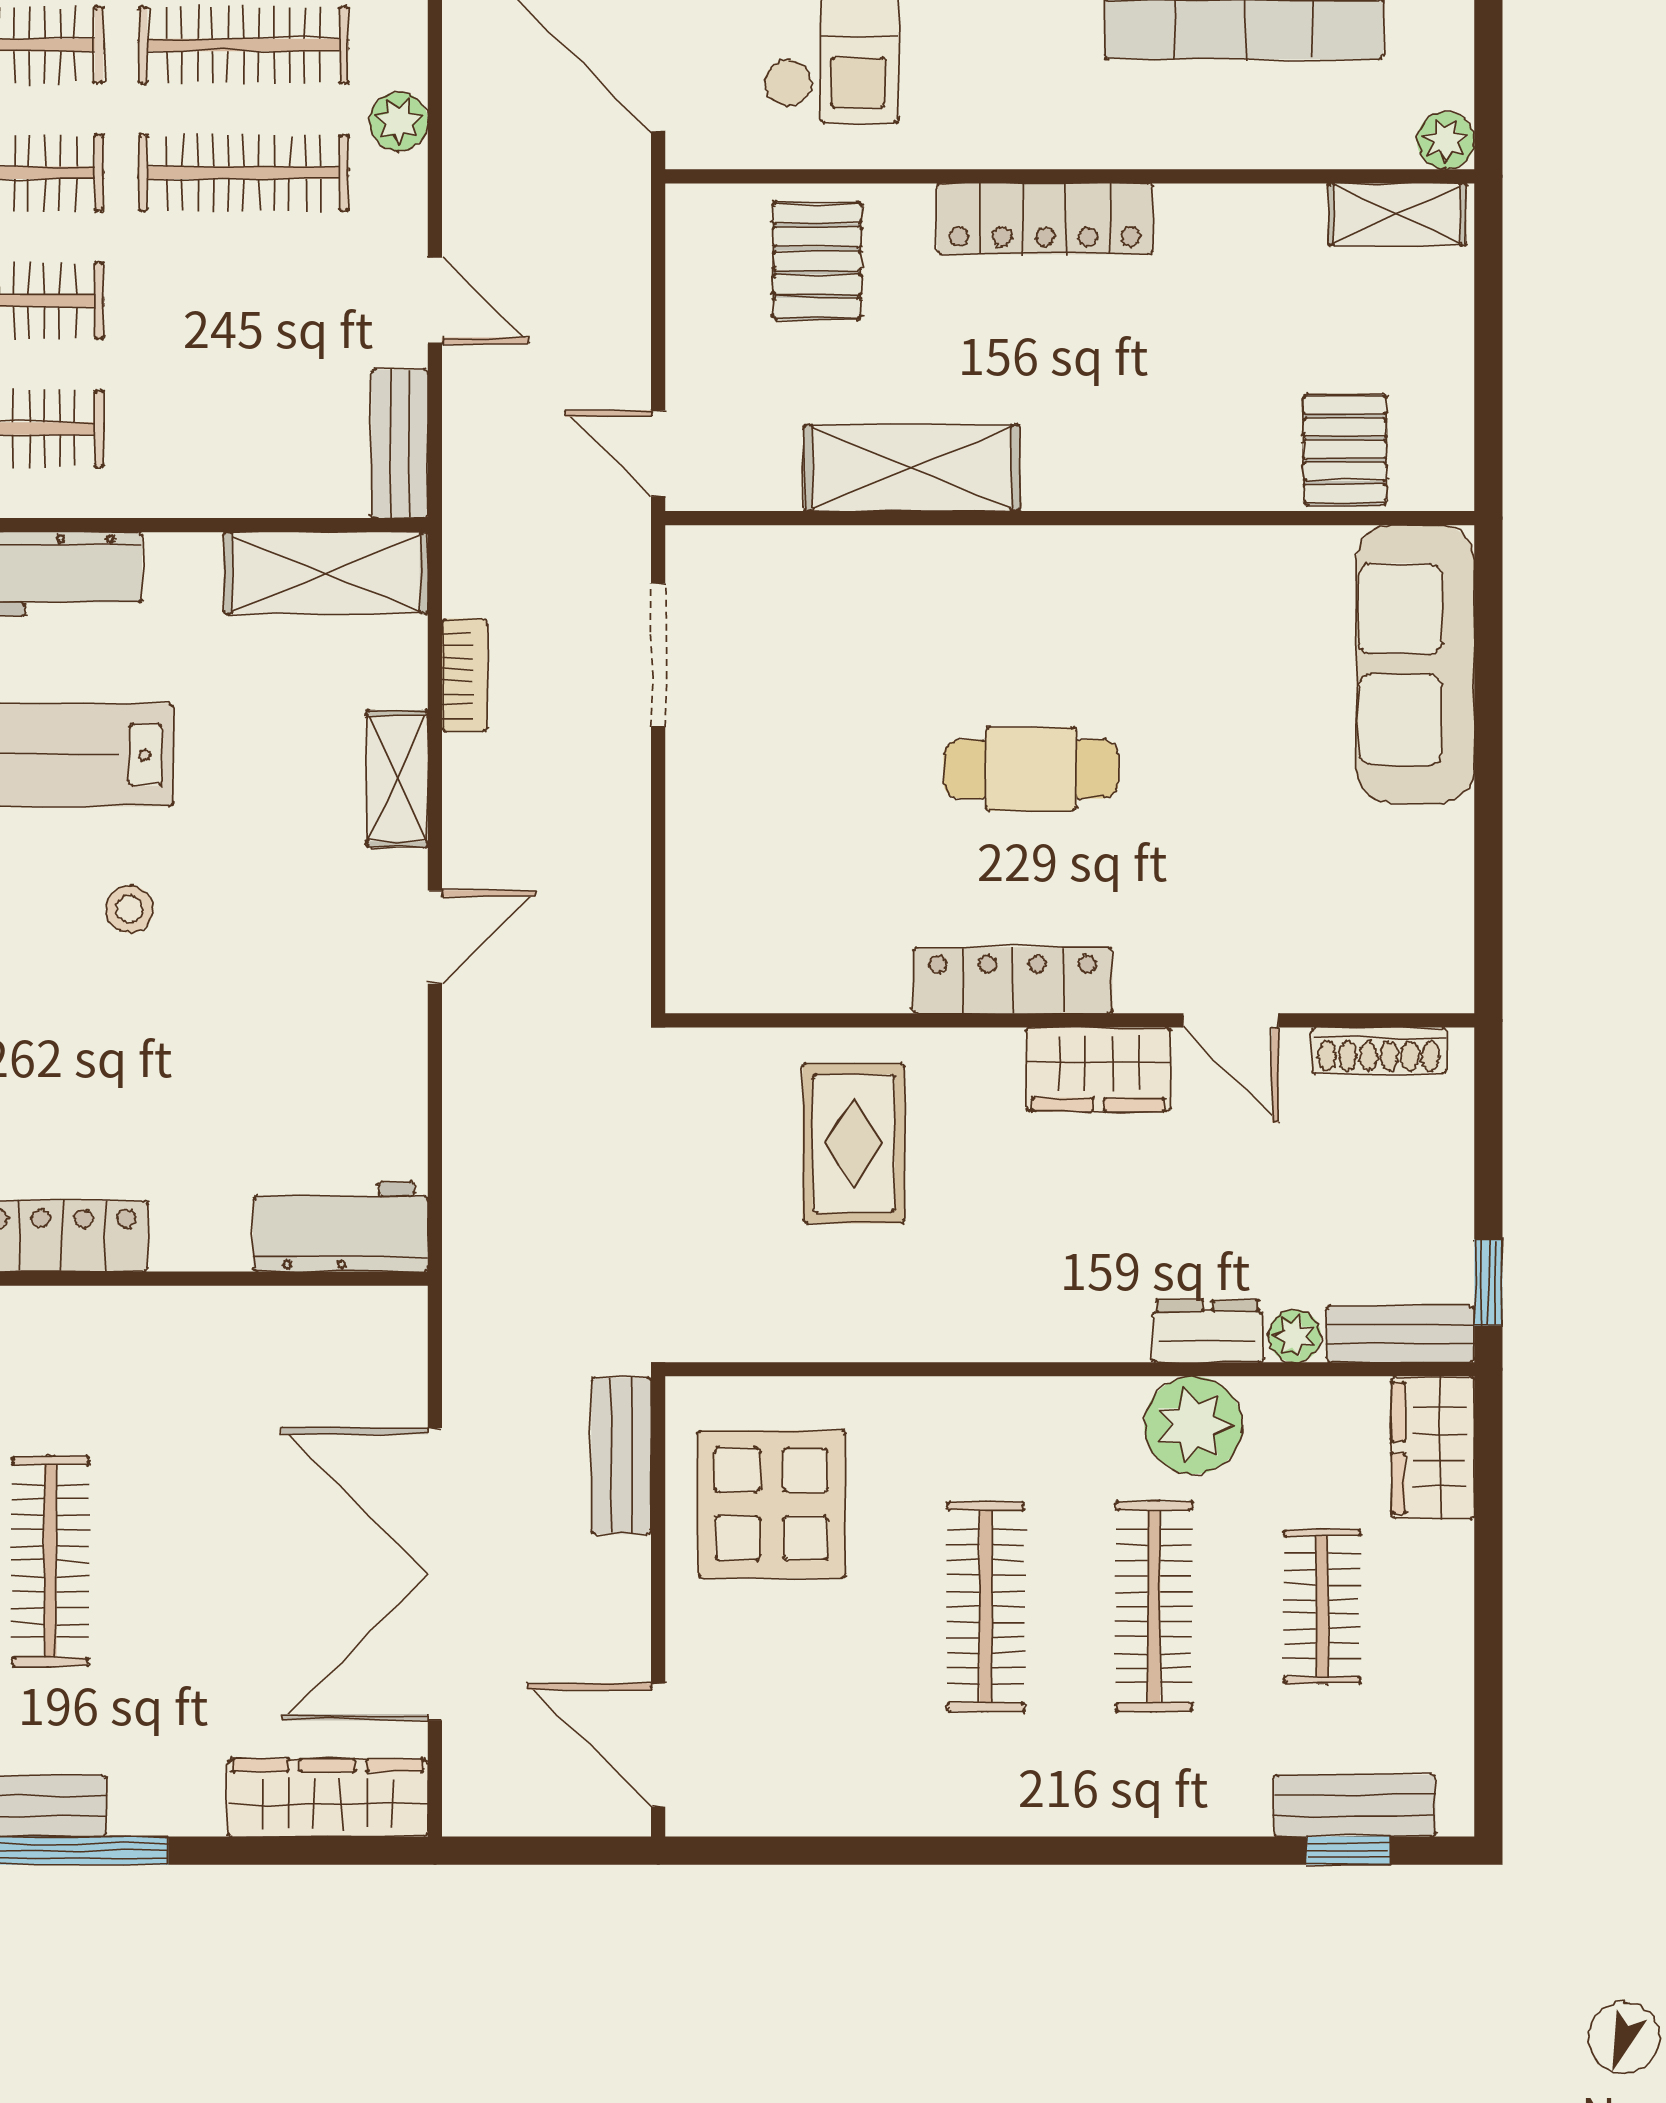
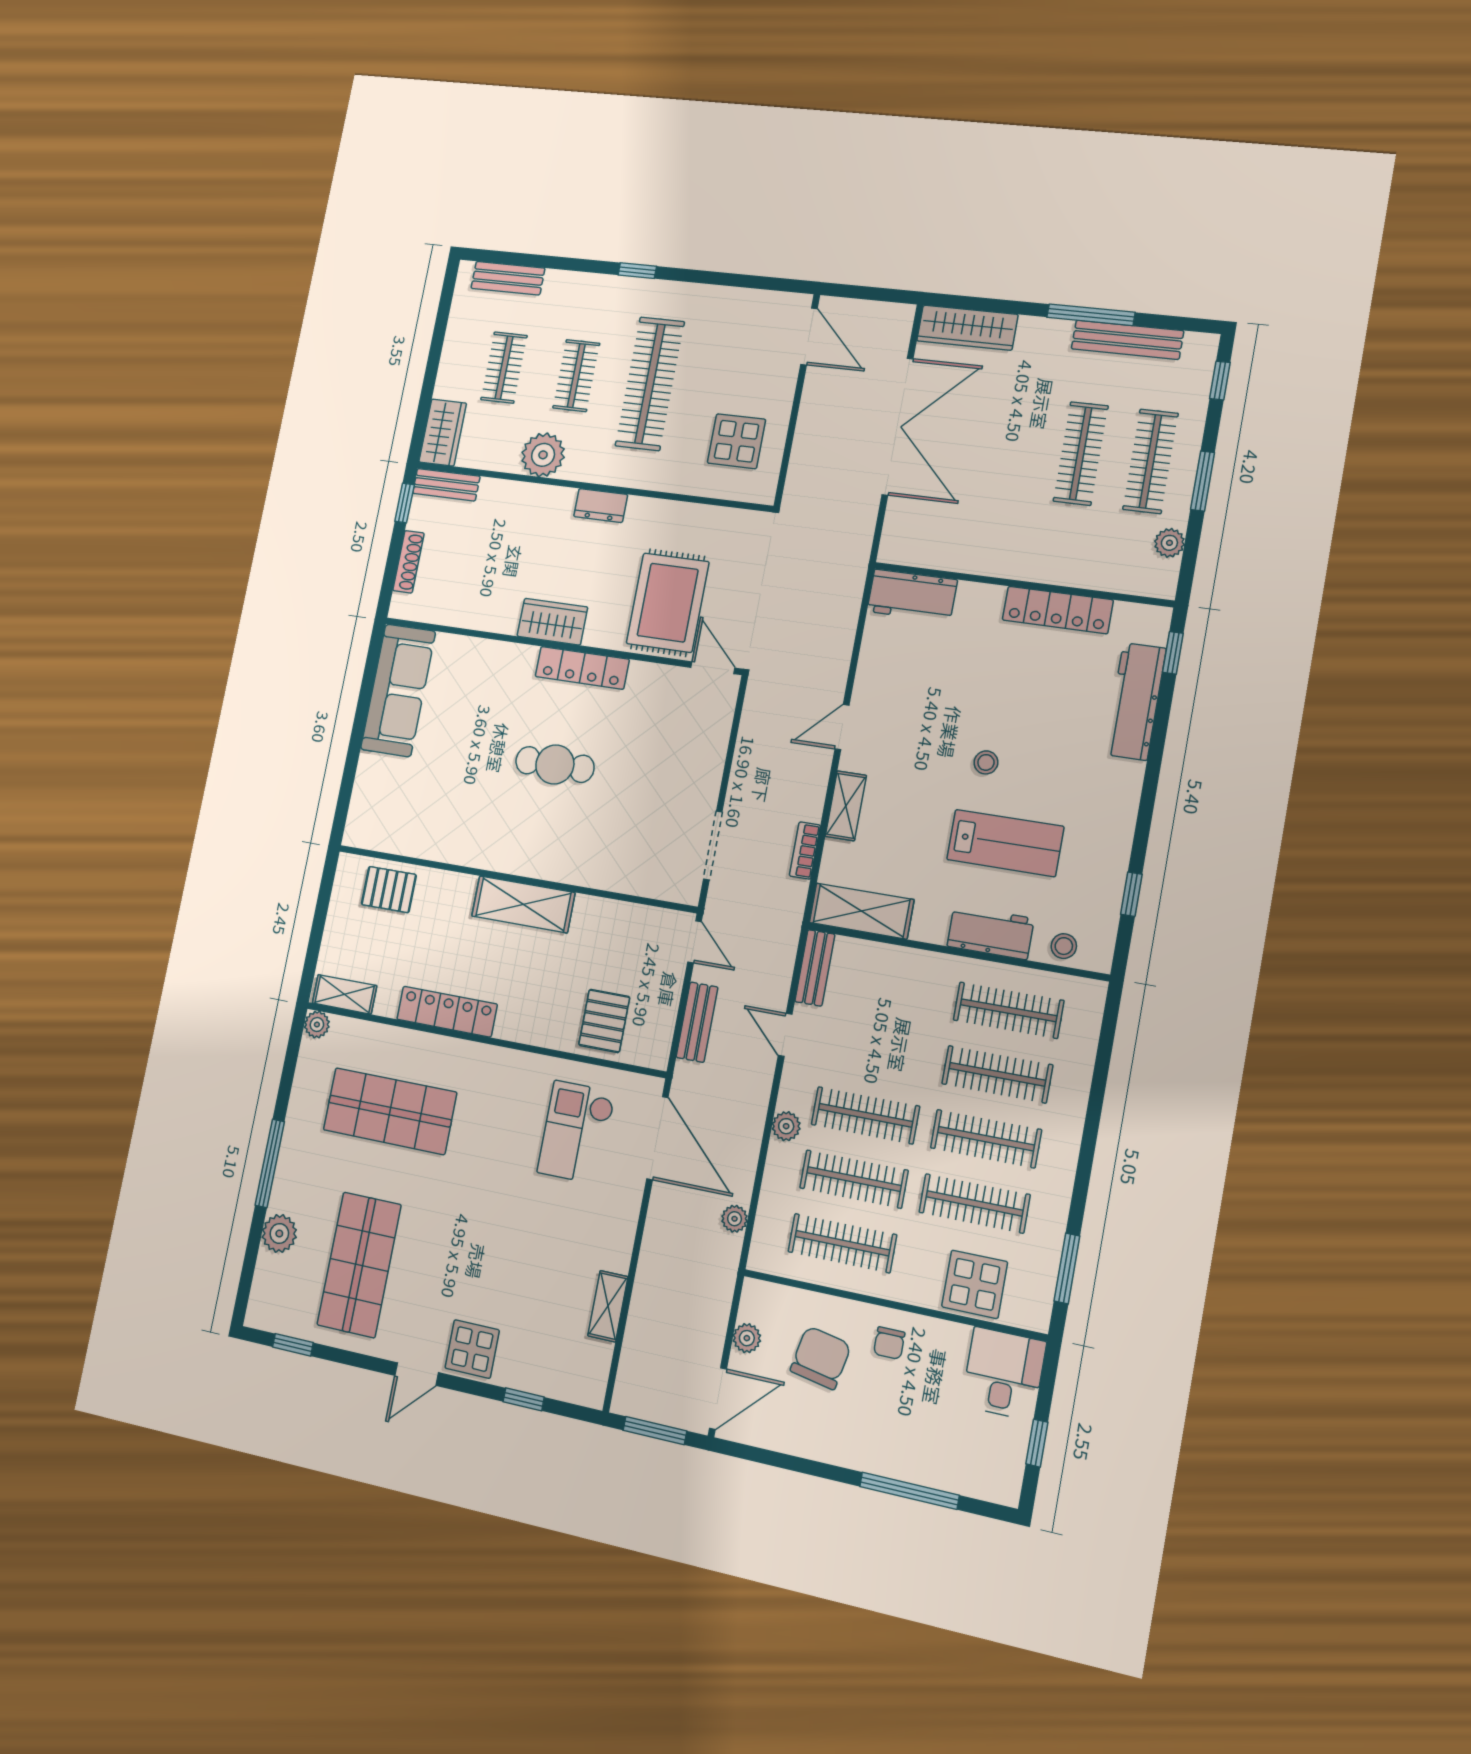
locker: (1045, 219) -> (447, 1012), moved
pallet: (1345, 449) -> (389, 890), turned 90
shelving: (912, 468) -> (523, 904), moved
sofa: (1415, 664) -> (398, 690), moved
door: (1231, 1020) -> (713, 668), moved
shoe rack: (1379, 1050) -> (408, 562), moved, turned 90
rug: (854, 1143) -> (668, 603), width x1.36, depth x1.43
dresser: (1207, 1331) -> (601, 506), moved
plant: (1295, 1336) -> (491, 490), removed
bench: (621, 1456) -> (697, 1022), moved
display table: (772, 1504) -> (737, 441), width x0.73, depth x0.73
clothes rail: (986, 1606) -> (650, 384), width x1.37, depth x1.31
clothes rail: (1154, 1606) -> (576, 376), width x0.73
window: (1348, 1851) -> (637, 271), moved

